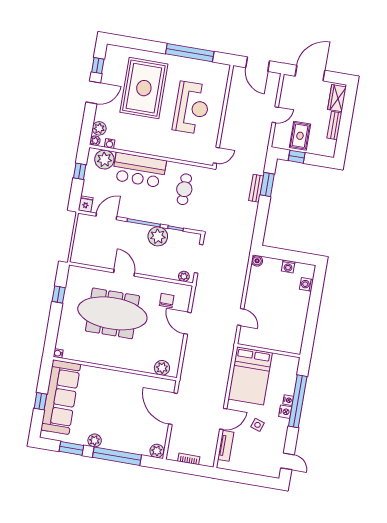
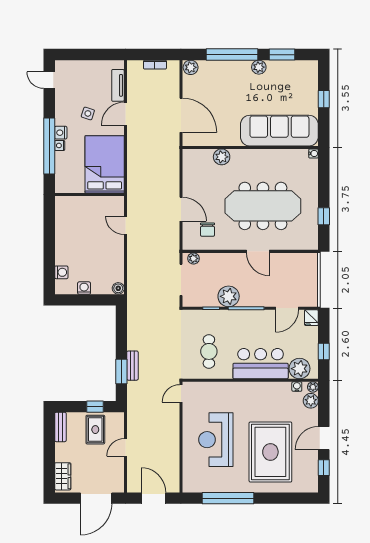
bench: (334, 126) -> (60, 427), moved
plant: (162, 368) -> (222, 157), moved
sofa: (61, 397) -> (279, 131), moved, turned 90

